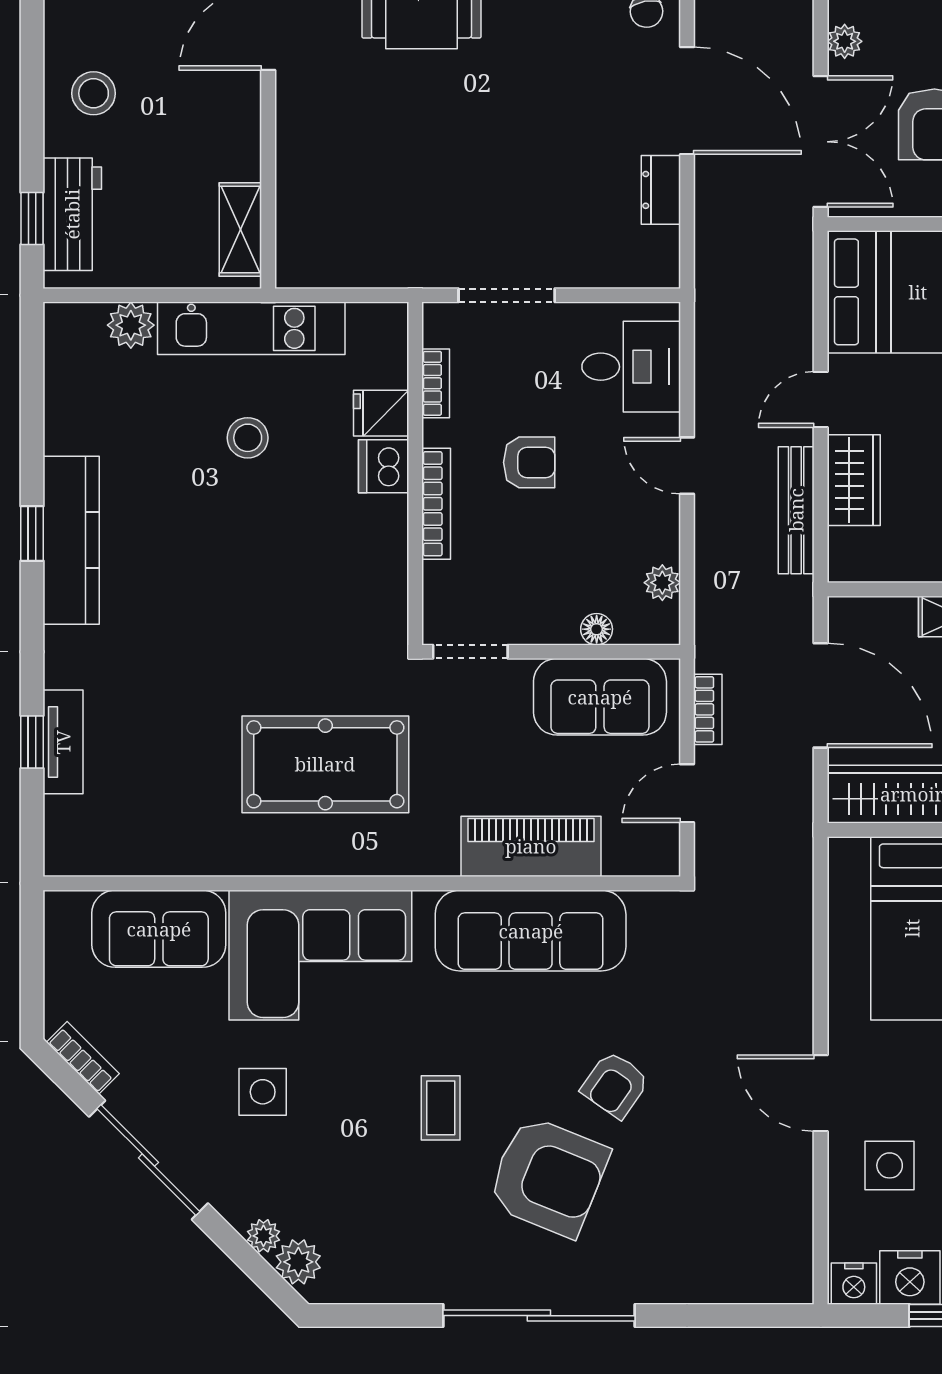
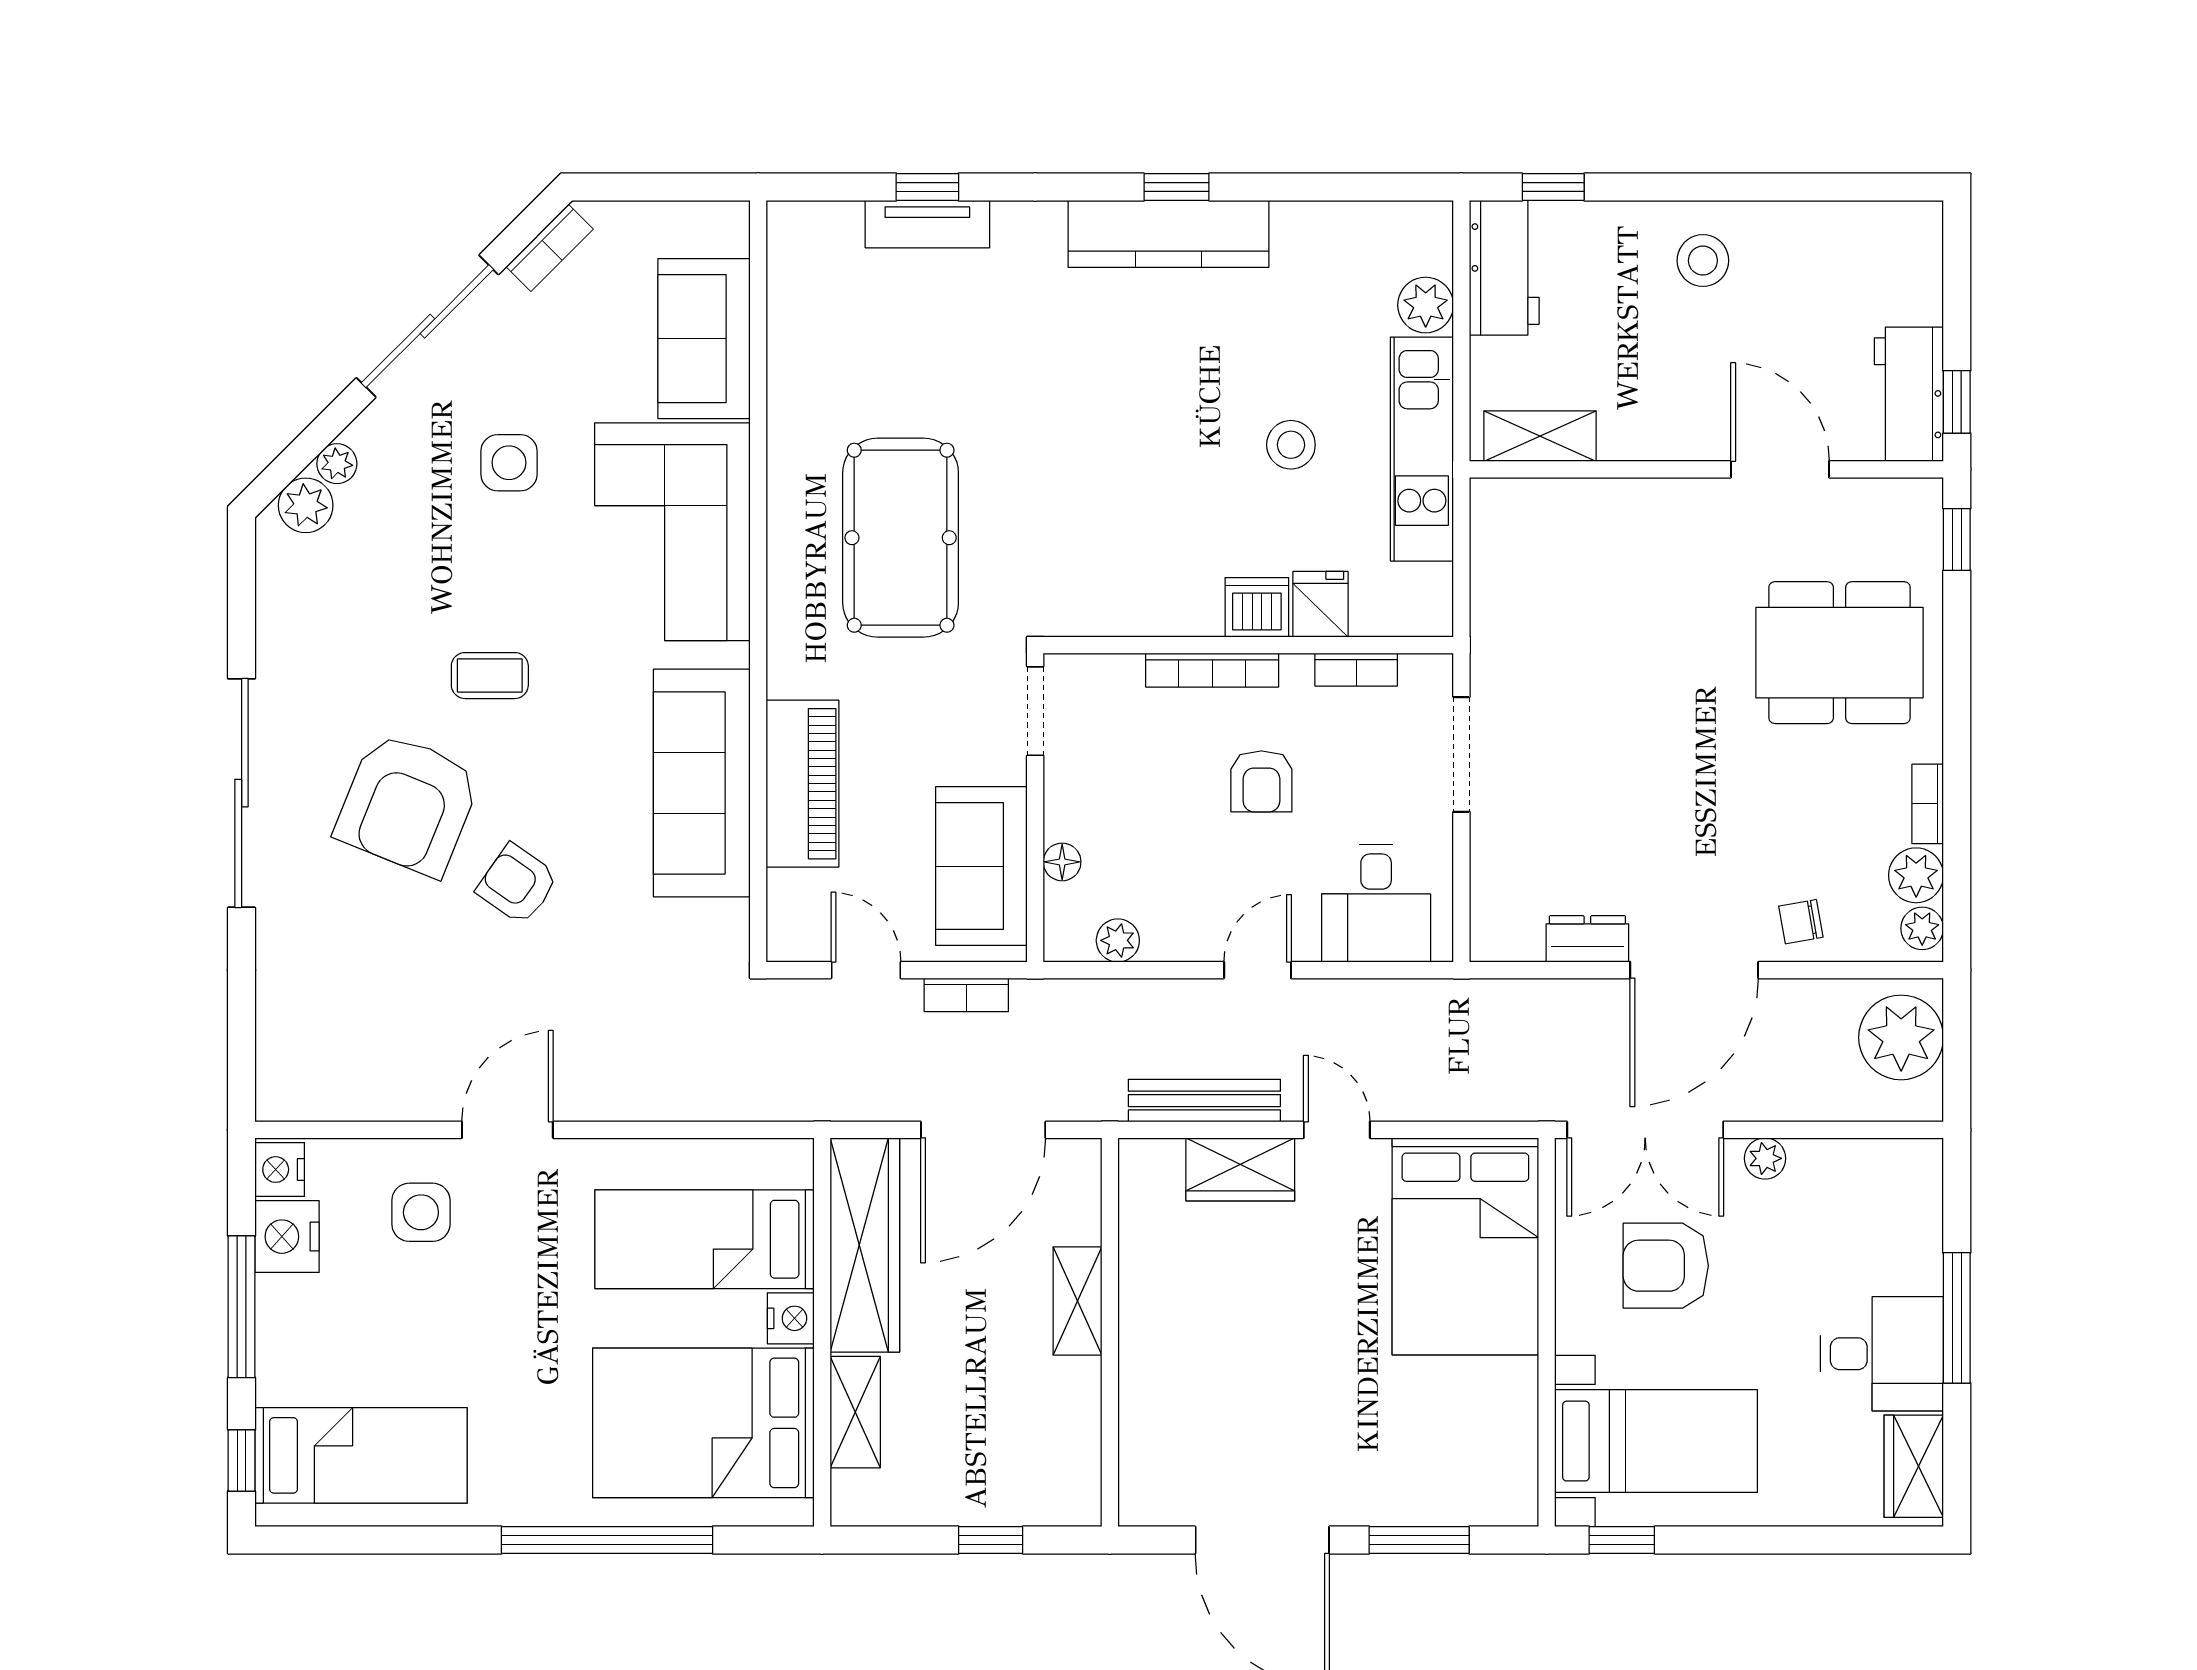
workbench: (72, 214) -> (1504, 268), moved, turned -90

